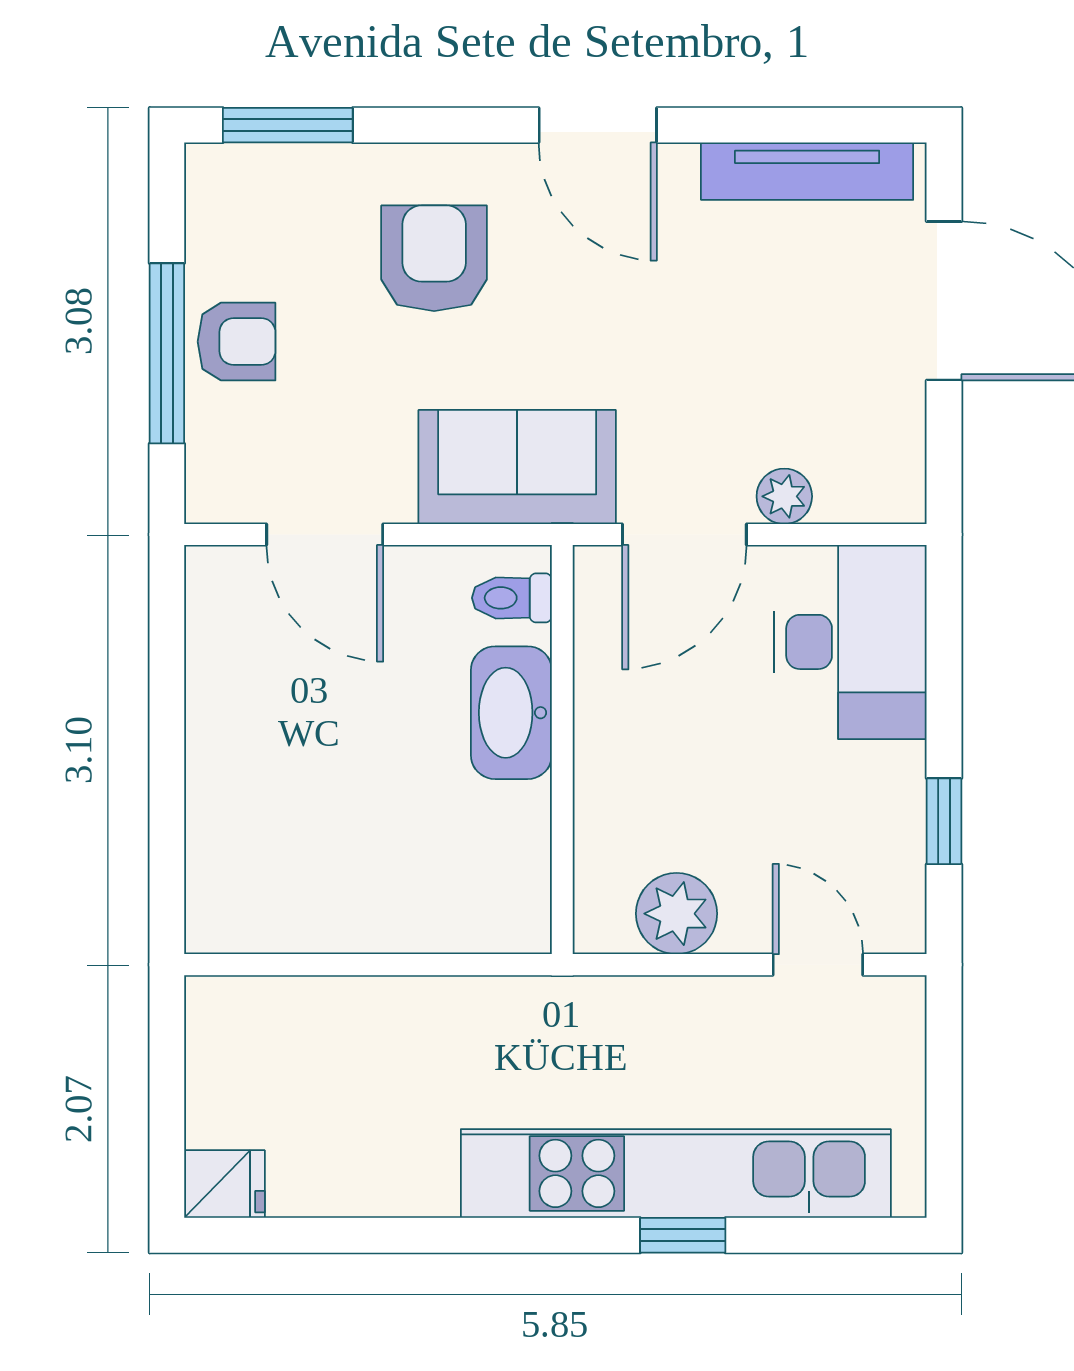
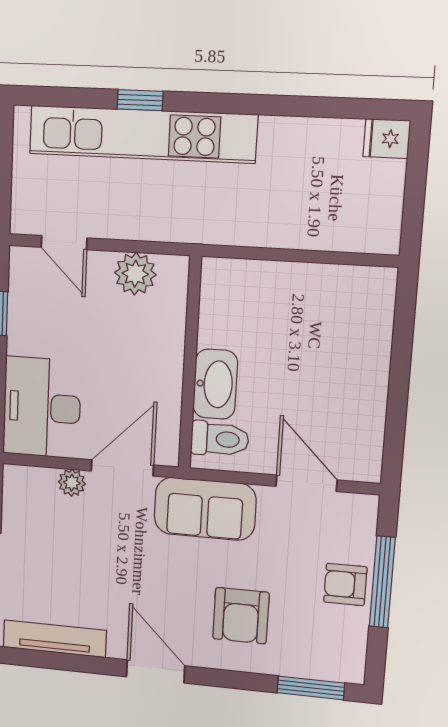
toilet: (512, 598) -> (220, 439), width x1.37, depth x1.39

